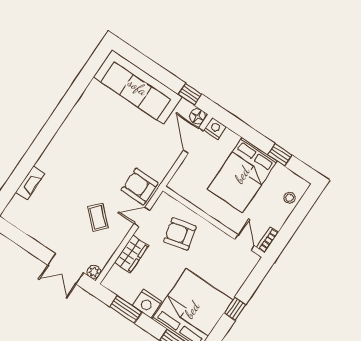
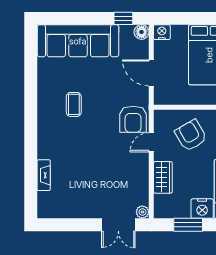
door: (193, 141) -> (151, 73), moved
armchair: (140, 187) -> (133, 119), turned -90
coffee table: (98, 217) -> (74, 104), moved, turned 47
armchair: (180, 234) -> (191, 135), turned 74

